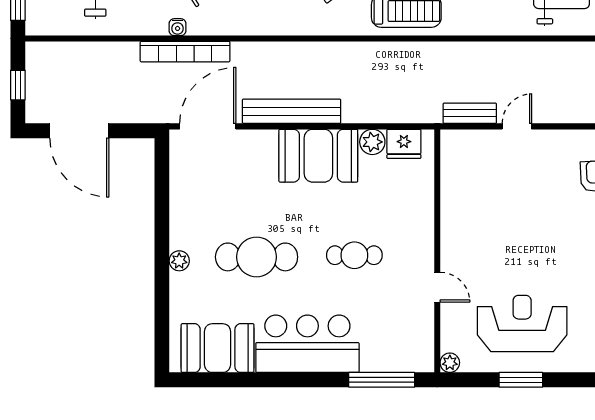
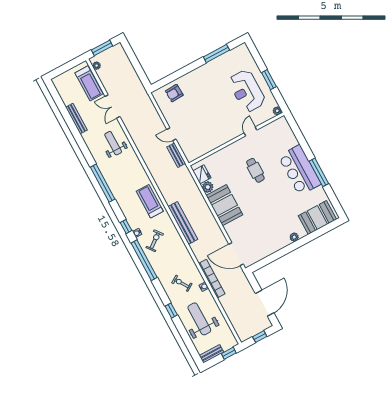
bench: (292, 111) -> (183, 223), moved
cafe table: (257, 257) -> (277, 208), removed
booth: (218, 348) -> (317, 218), moved, turned 90
window: (382, 380) -> (319, 172), moved

